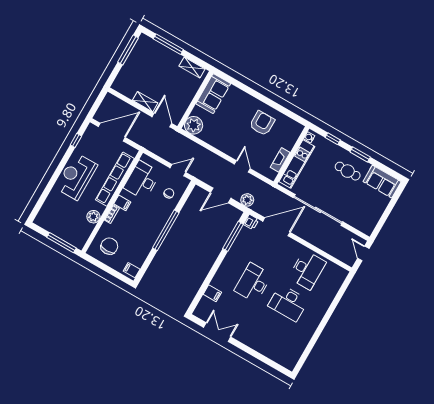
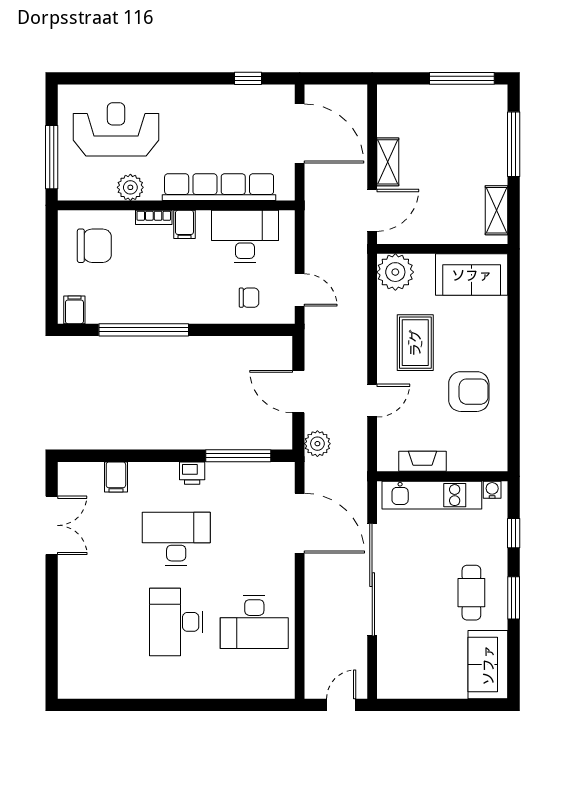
rug: (228, 134) -> (415, 343), added
reception desk: (76, 176) -> (116, 129), moved
printer: (251, 222) -> (192, 473), moved
window: (166, 230) -> (144, 330), moved

